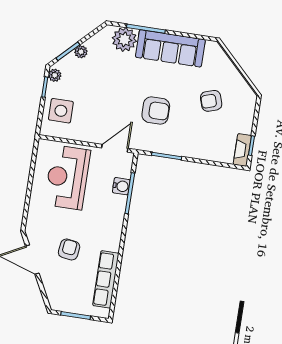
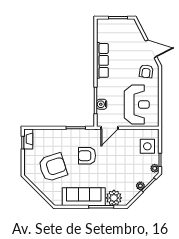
armchair: (211, 101) -> (53, 167), width x1.88, depth x1.88
armchair: (69, 250) -> (146, 71), moved
row of seats: (106, 279) -> (102, 60), moved

